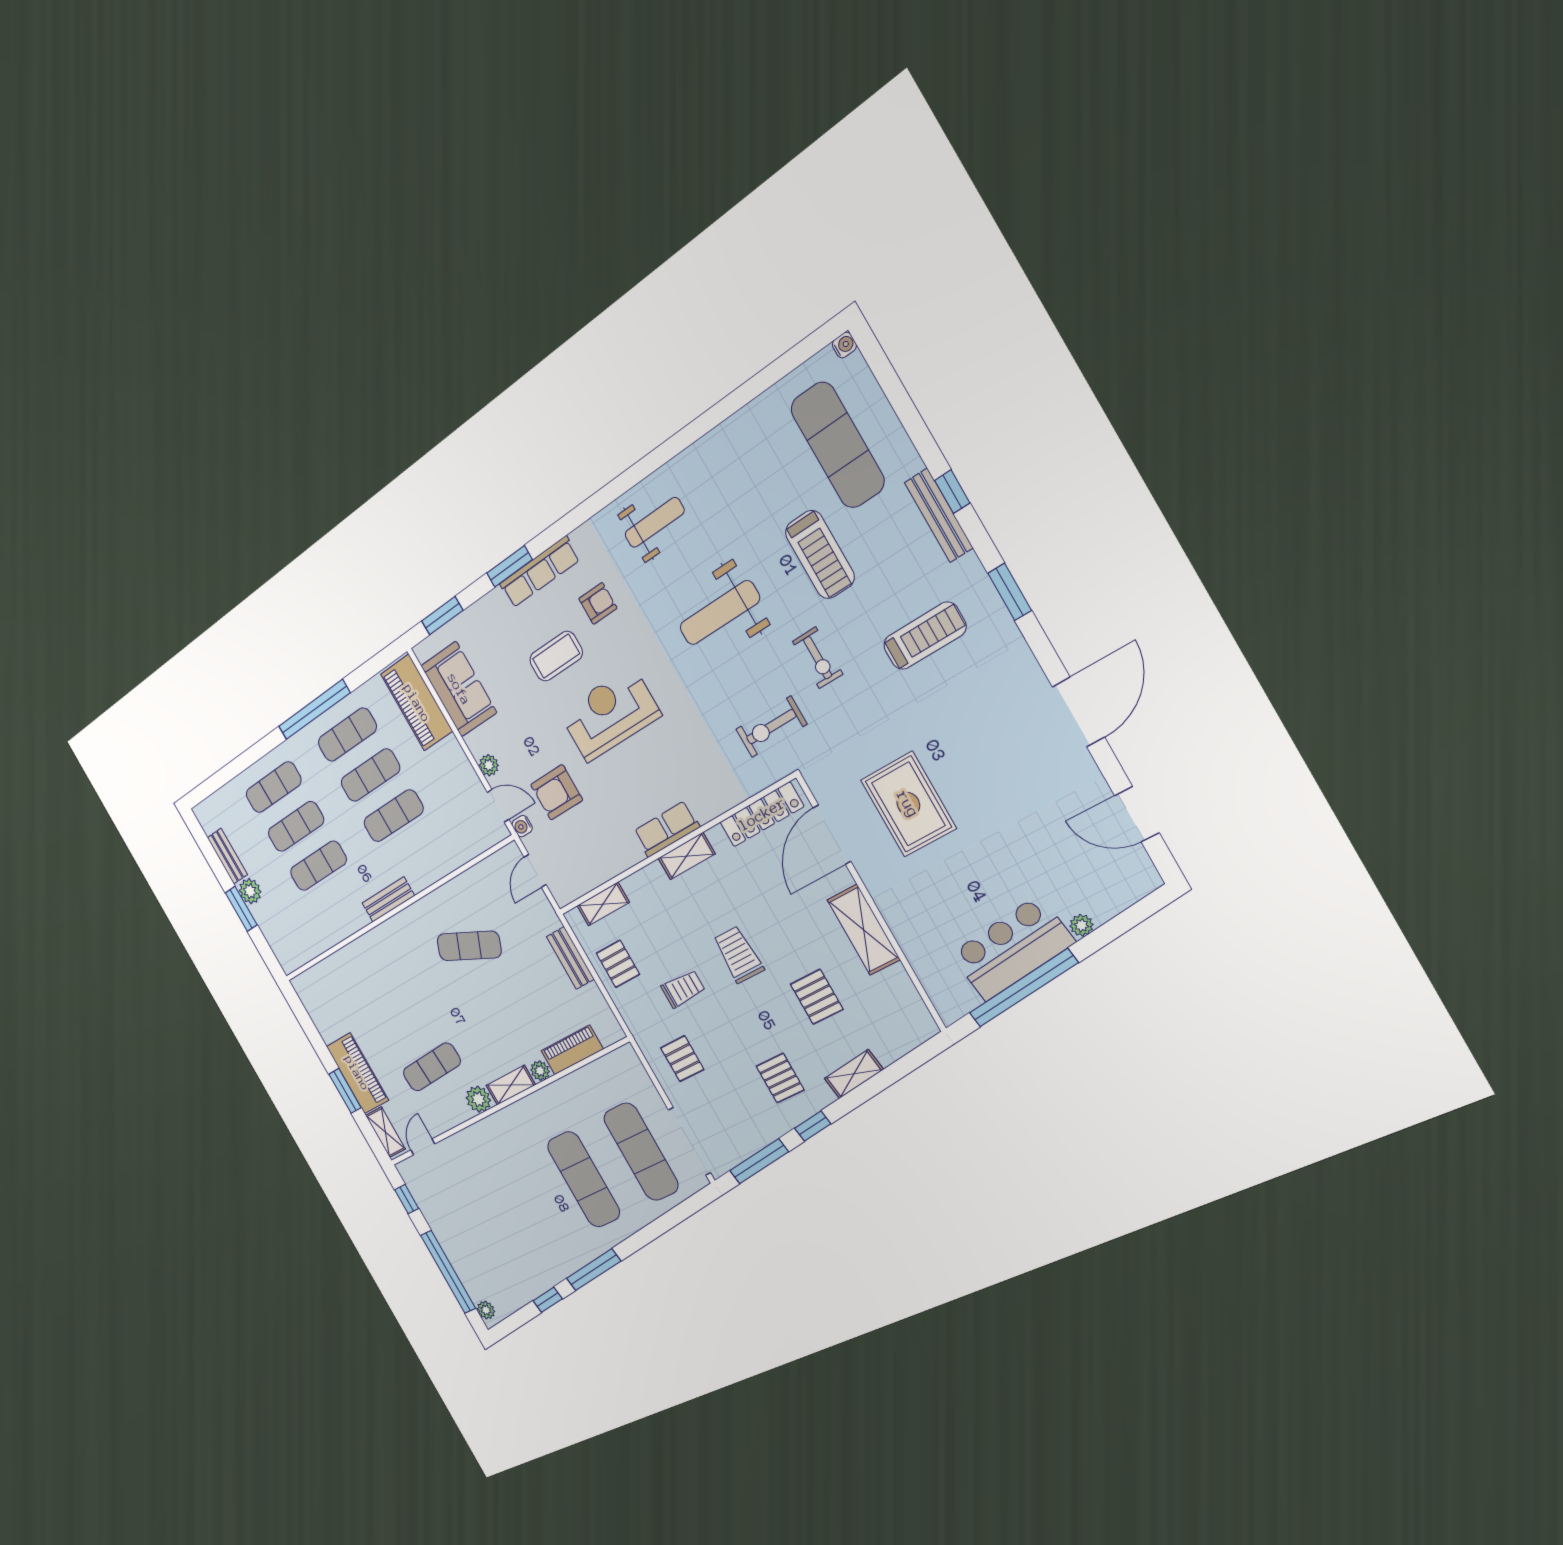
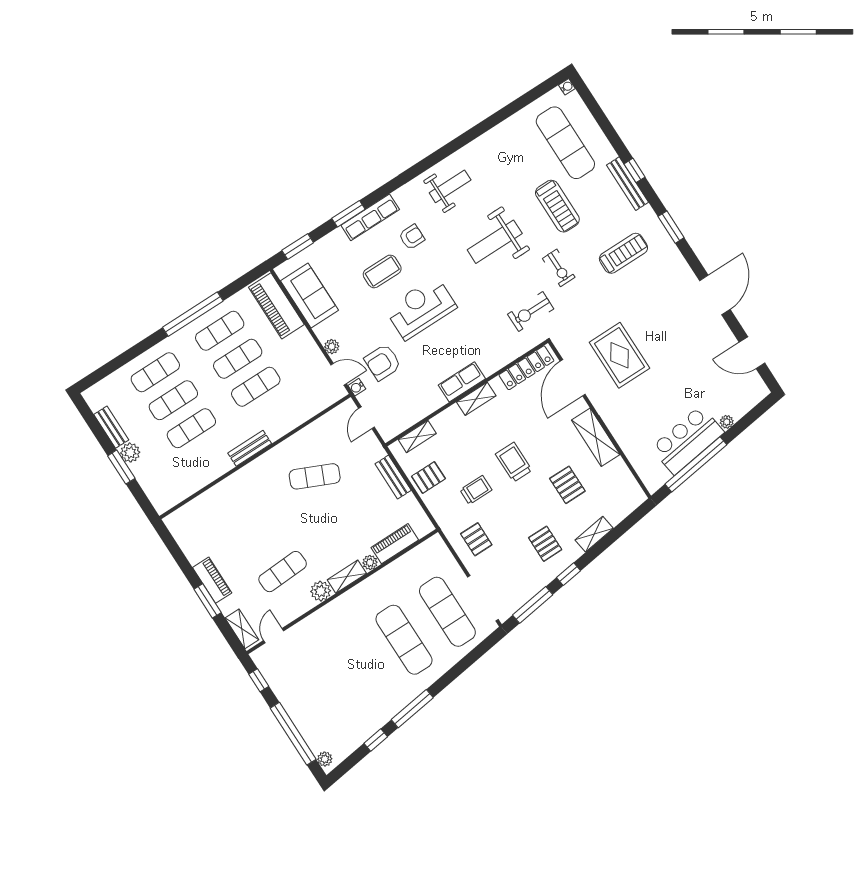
pallet: (618, 964) -> (428, 477), turned 90
piano: (357, 1073) -> (212, 580), width x0.73, depth x0.75

